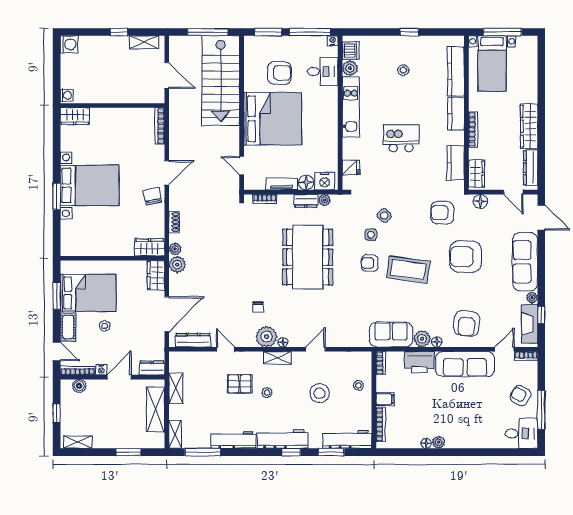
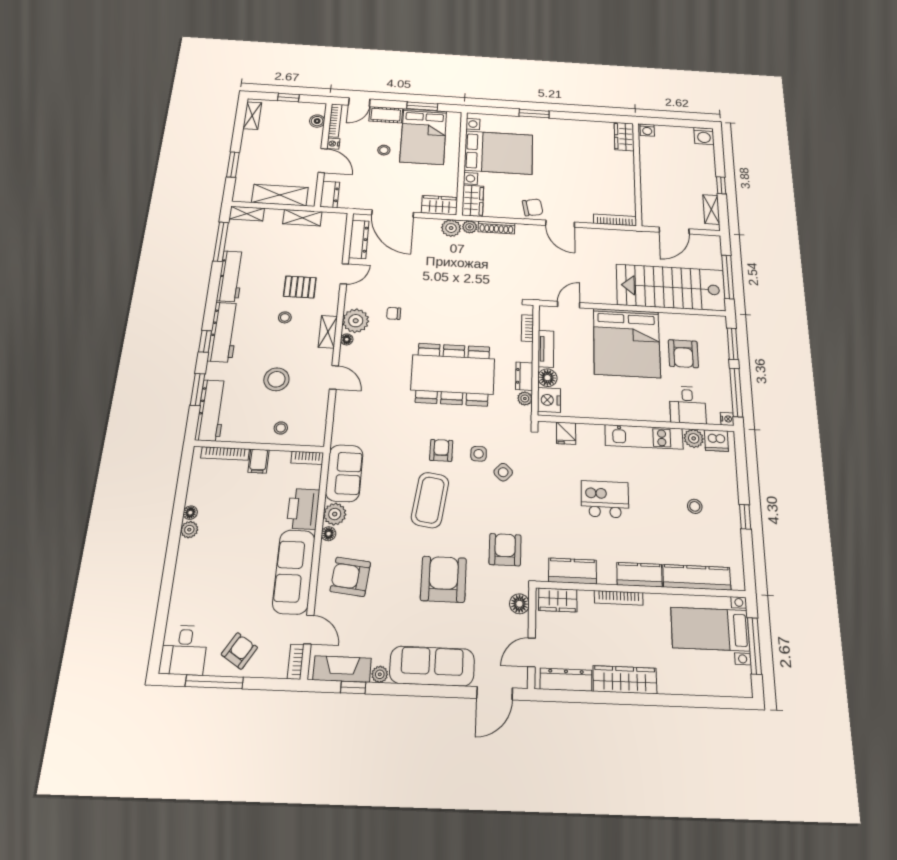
kitchen island: (401, 138) -> (605, 499), turned -90
bed with nightstands: (90, 185) -> (499, 153), moved, turned -90
shoe rack: (174, 222) -> (496, 228), width x1.43
pallet: (240, 384) -> (300, 287), turned 90

